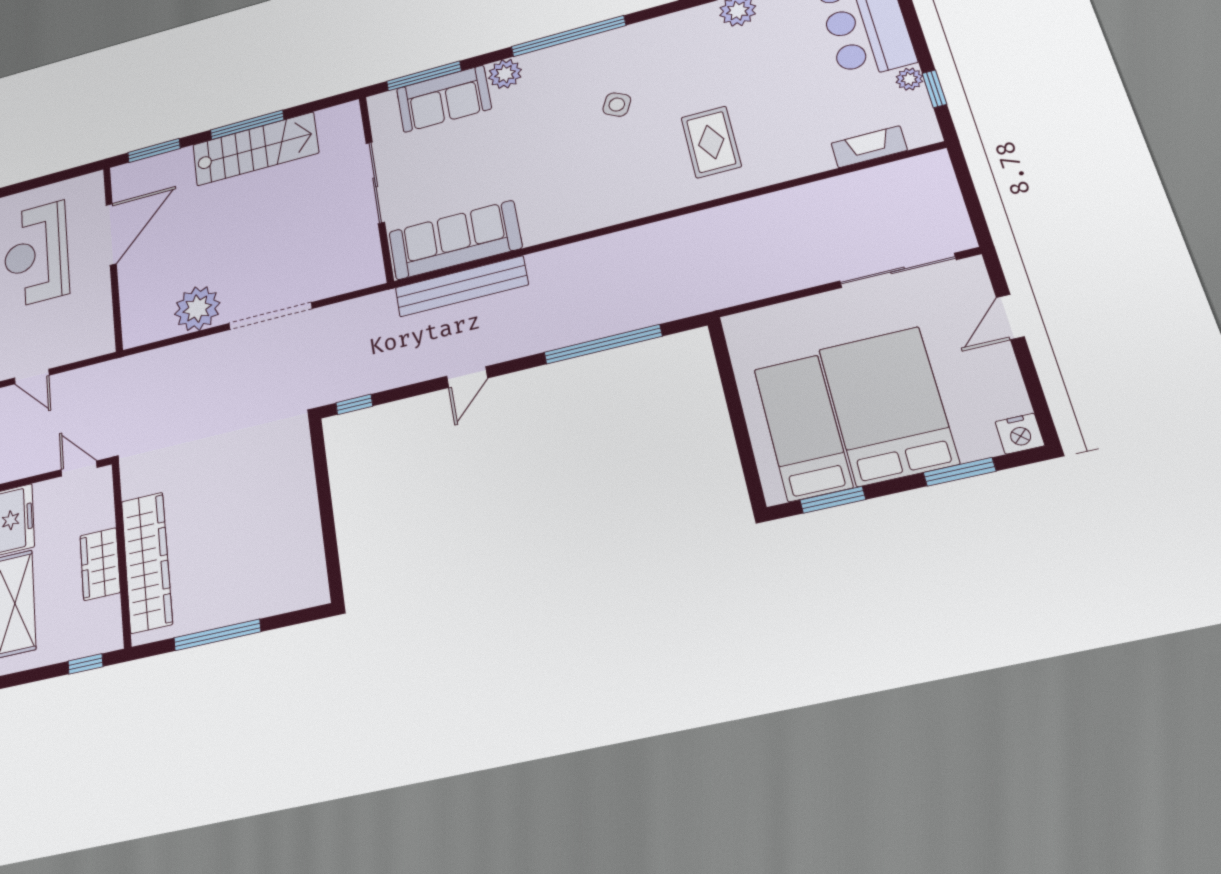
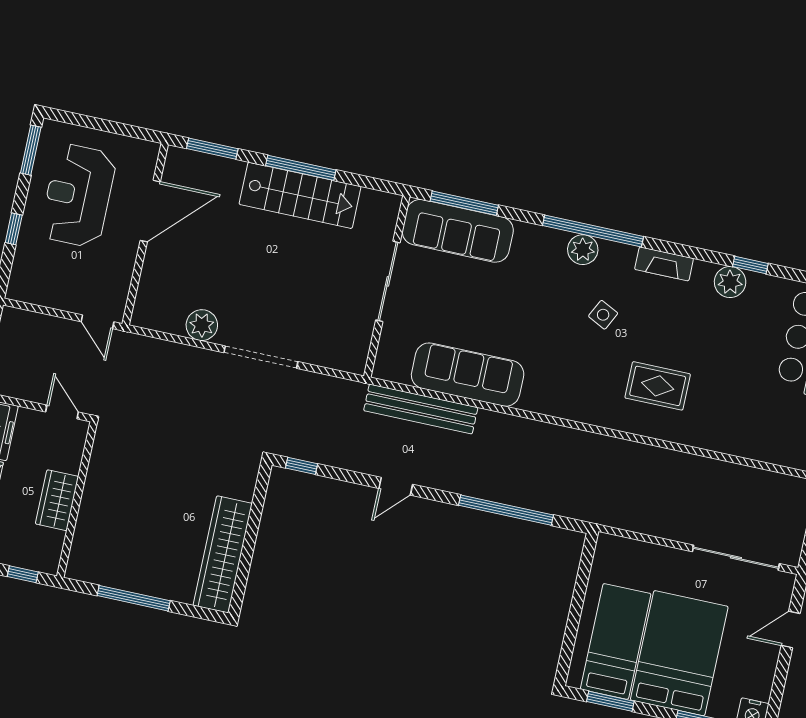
plant: (505, 74) -> (583, 250), moved
sofa: (444, 99) -> (458, 231), width x1.36
rug: (711, 142) -> (658, 386), turned 90
fireplace: (869, 147) -> (664, 264), moved, turned 180
sofa: (455, 240) -> (468, 375), moved
plant: (197, 309) -> (202, 325), width x0.73, depth x0.73
door: (32, 377) -> (98, 322), moved
wardrobe: (147, 562) -> (223, 554), moved, turned 180

